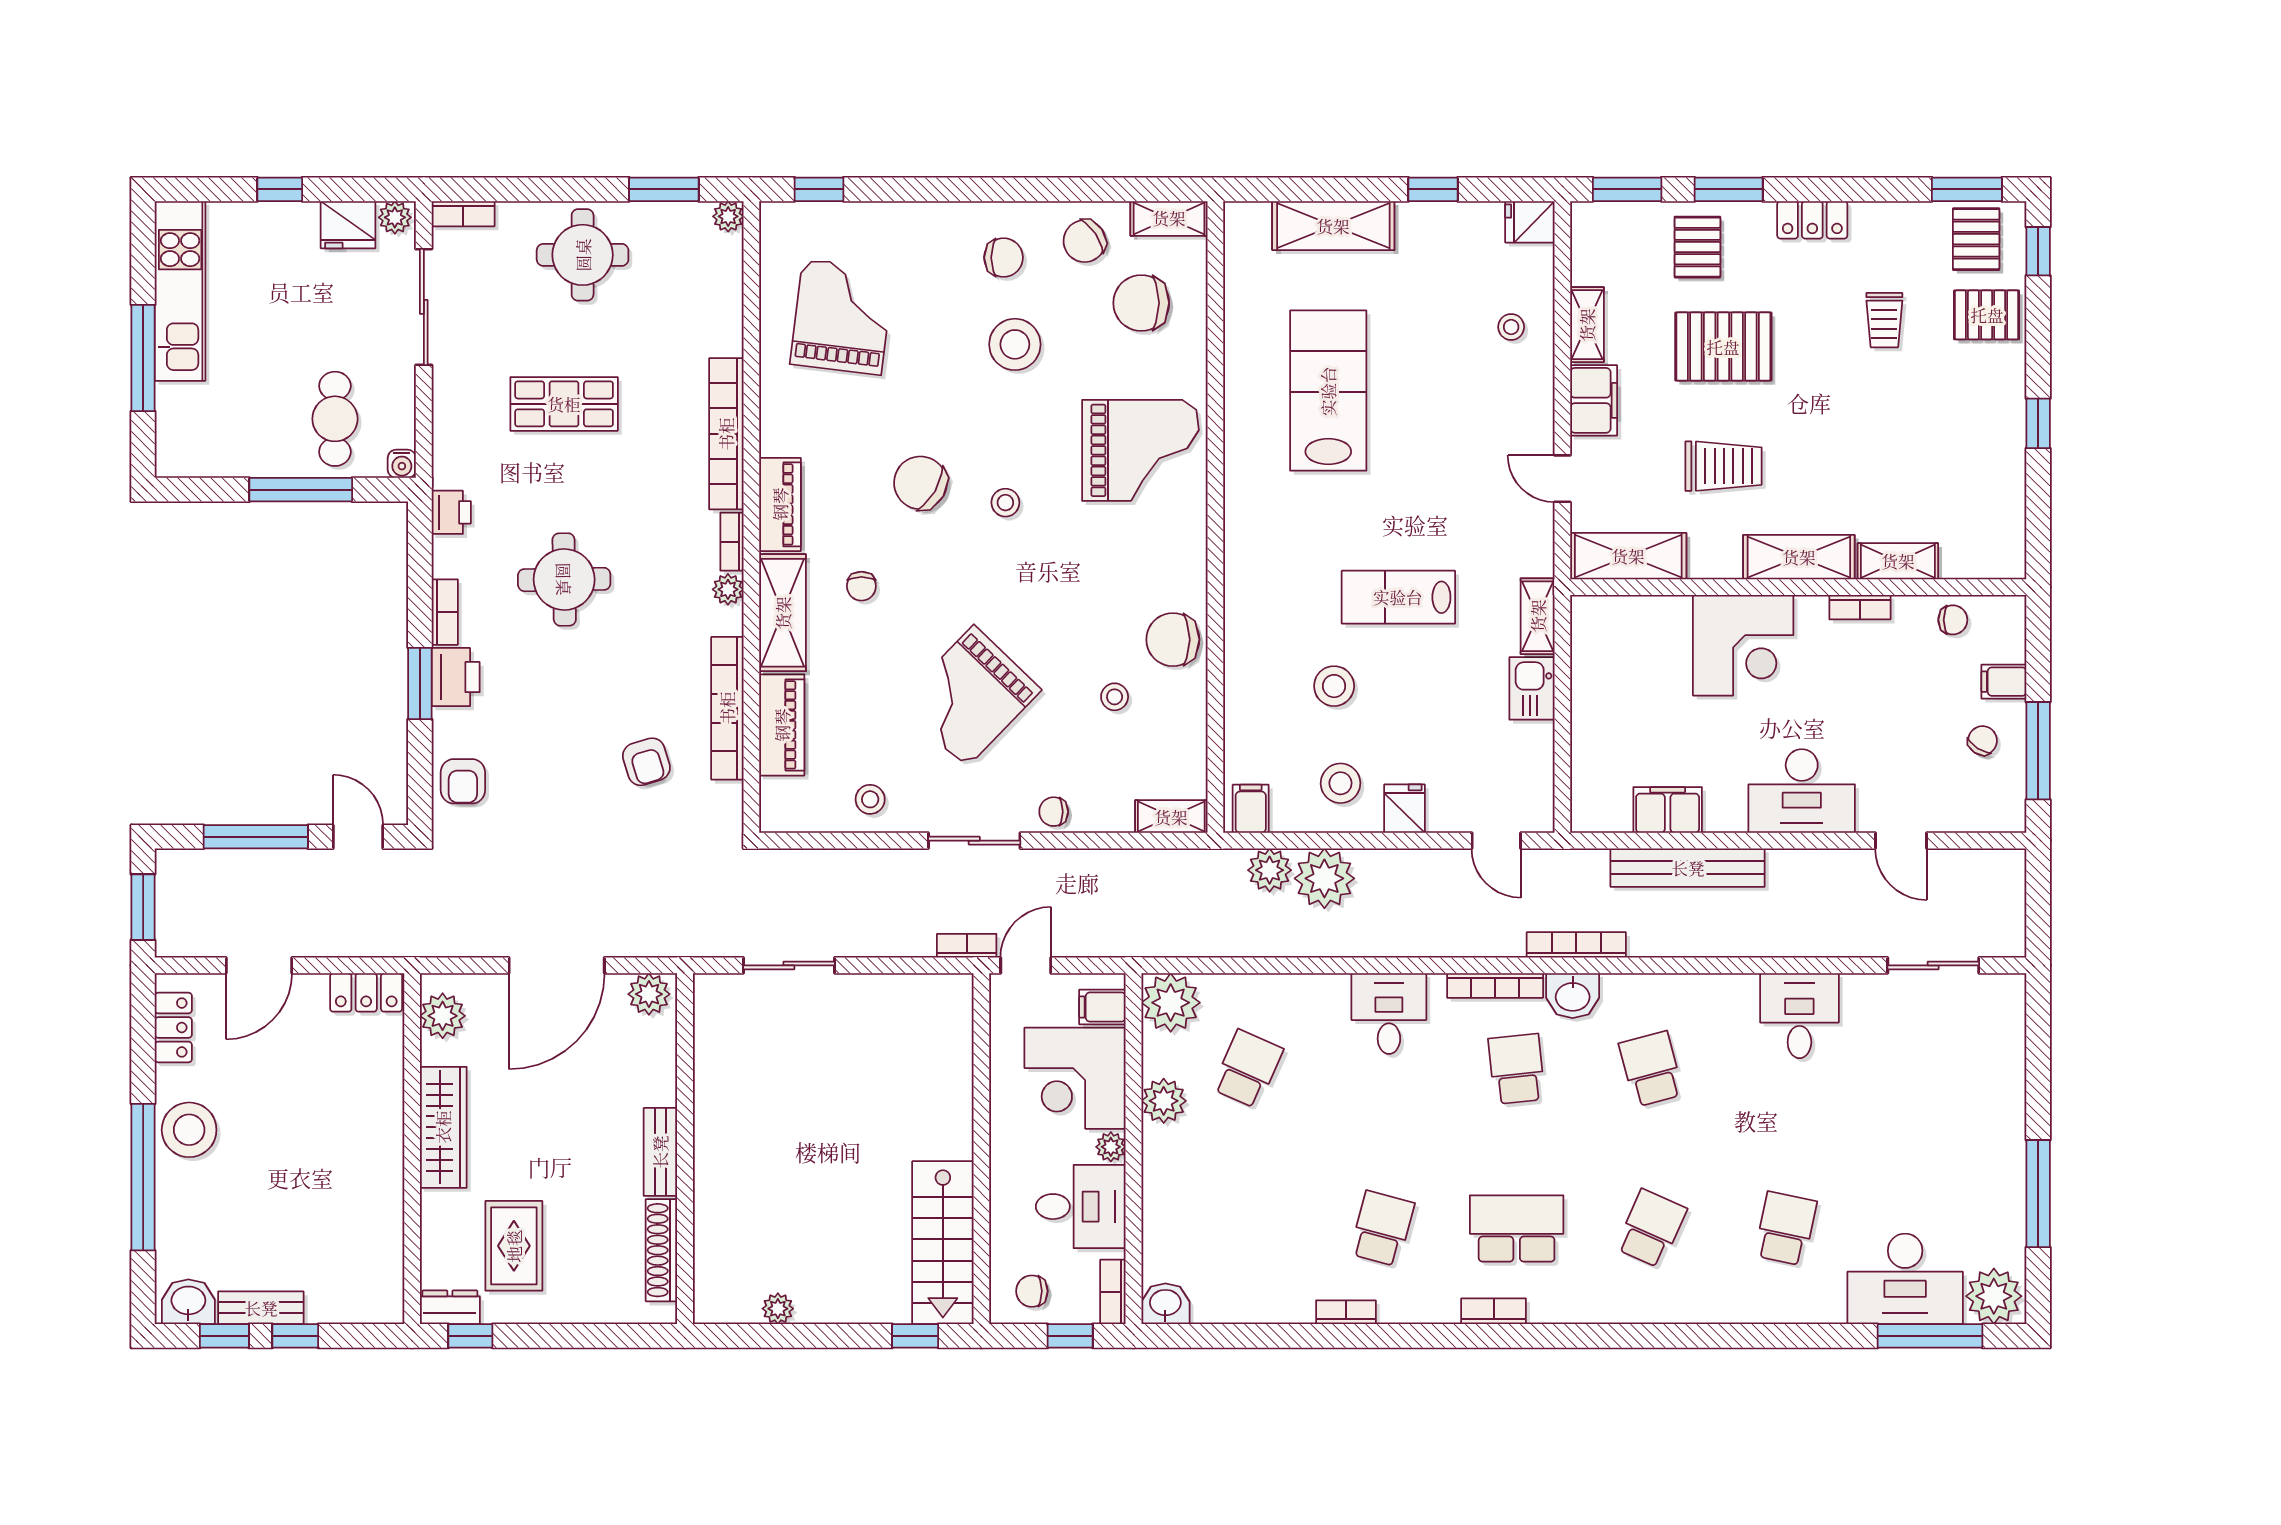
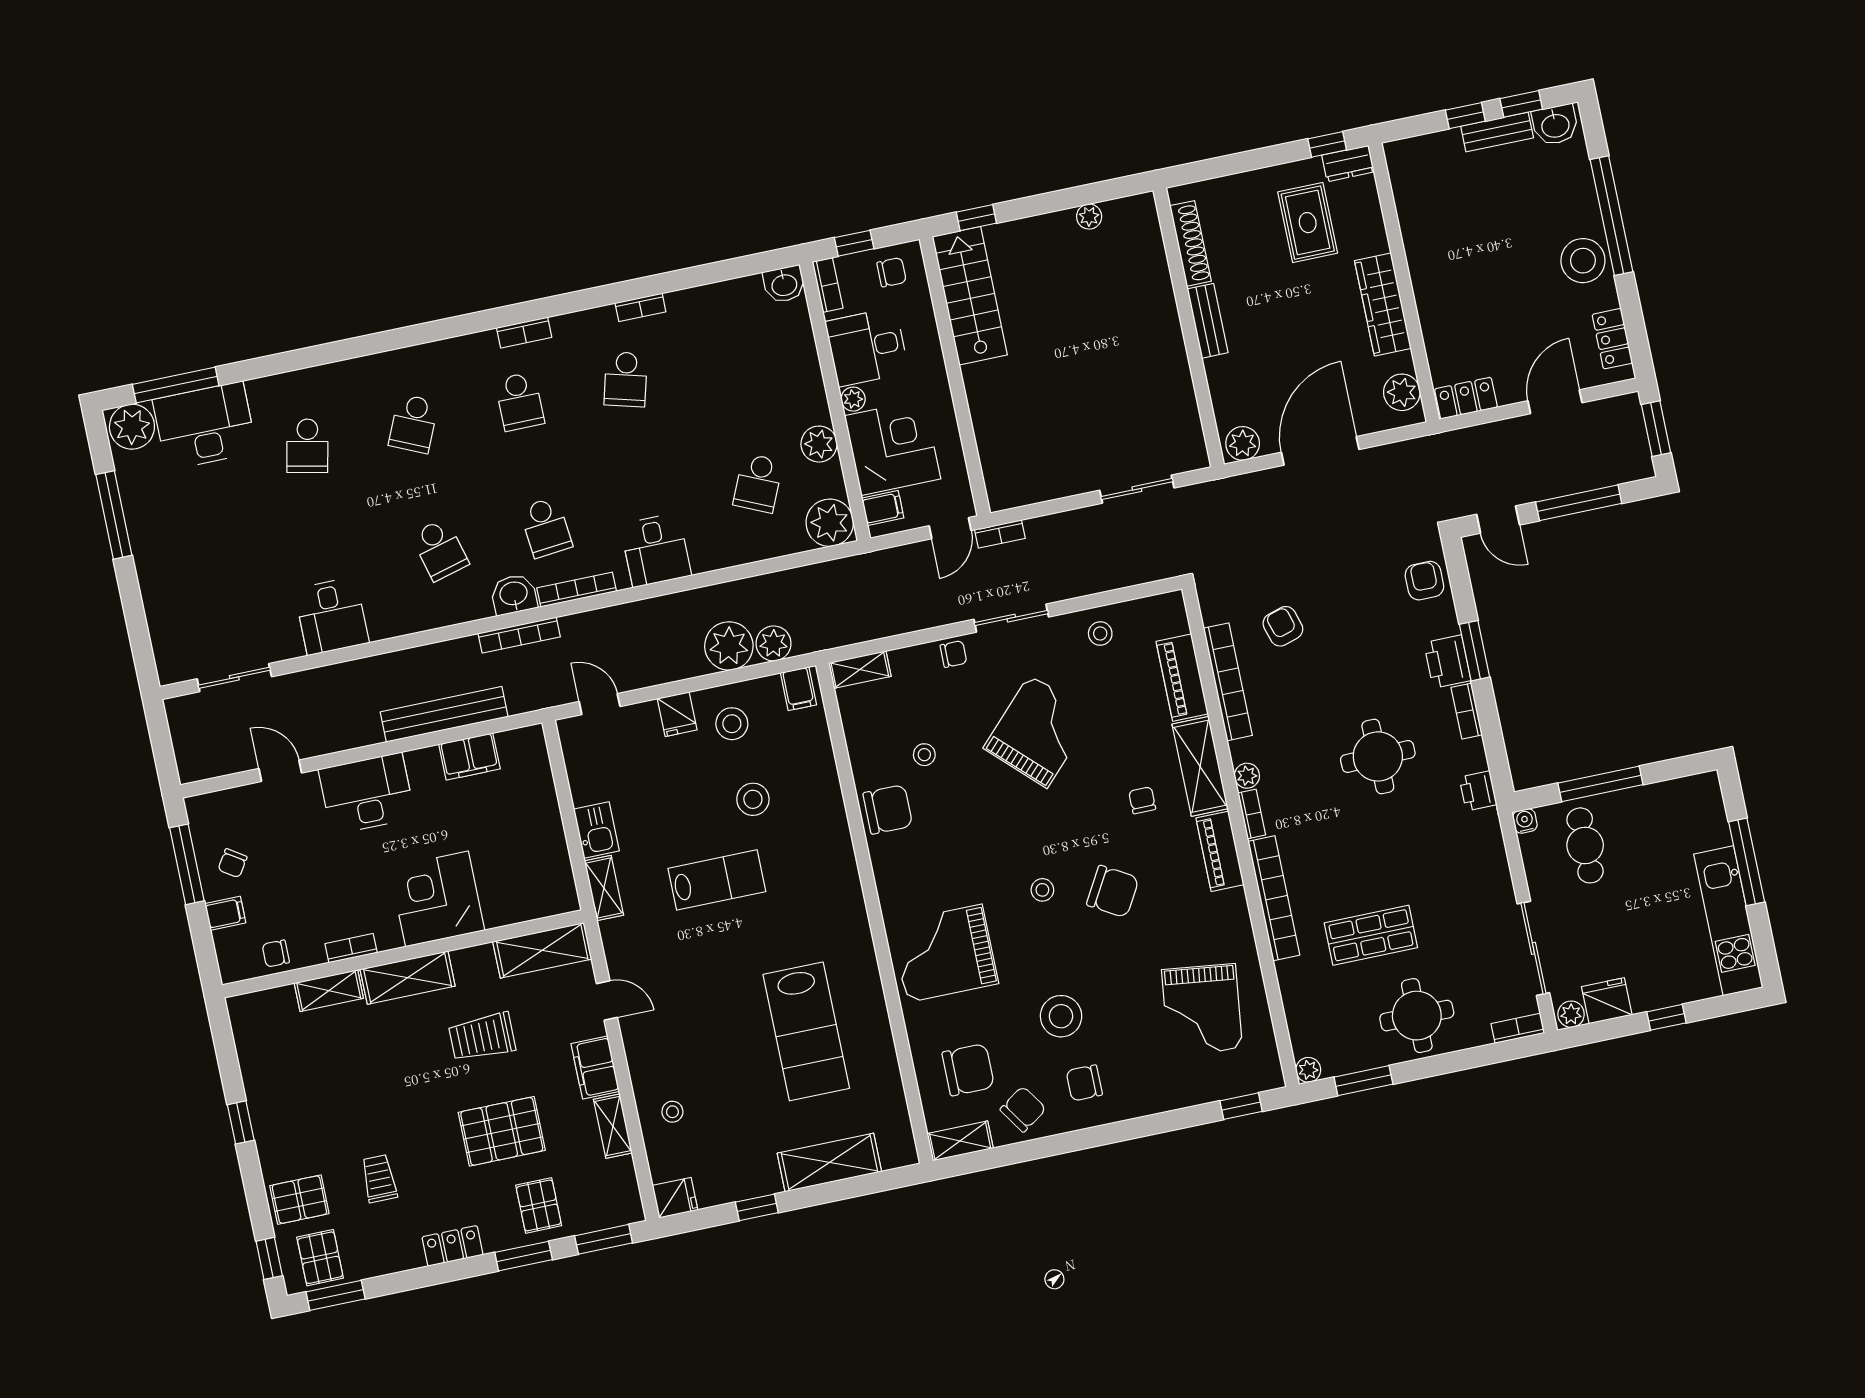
shop shelf: (564, 404) -> (1371, 935), moved
school desk: (1517, 1229) -> (520, 401), width x0.54

